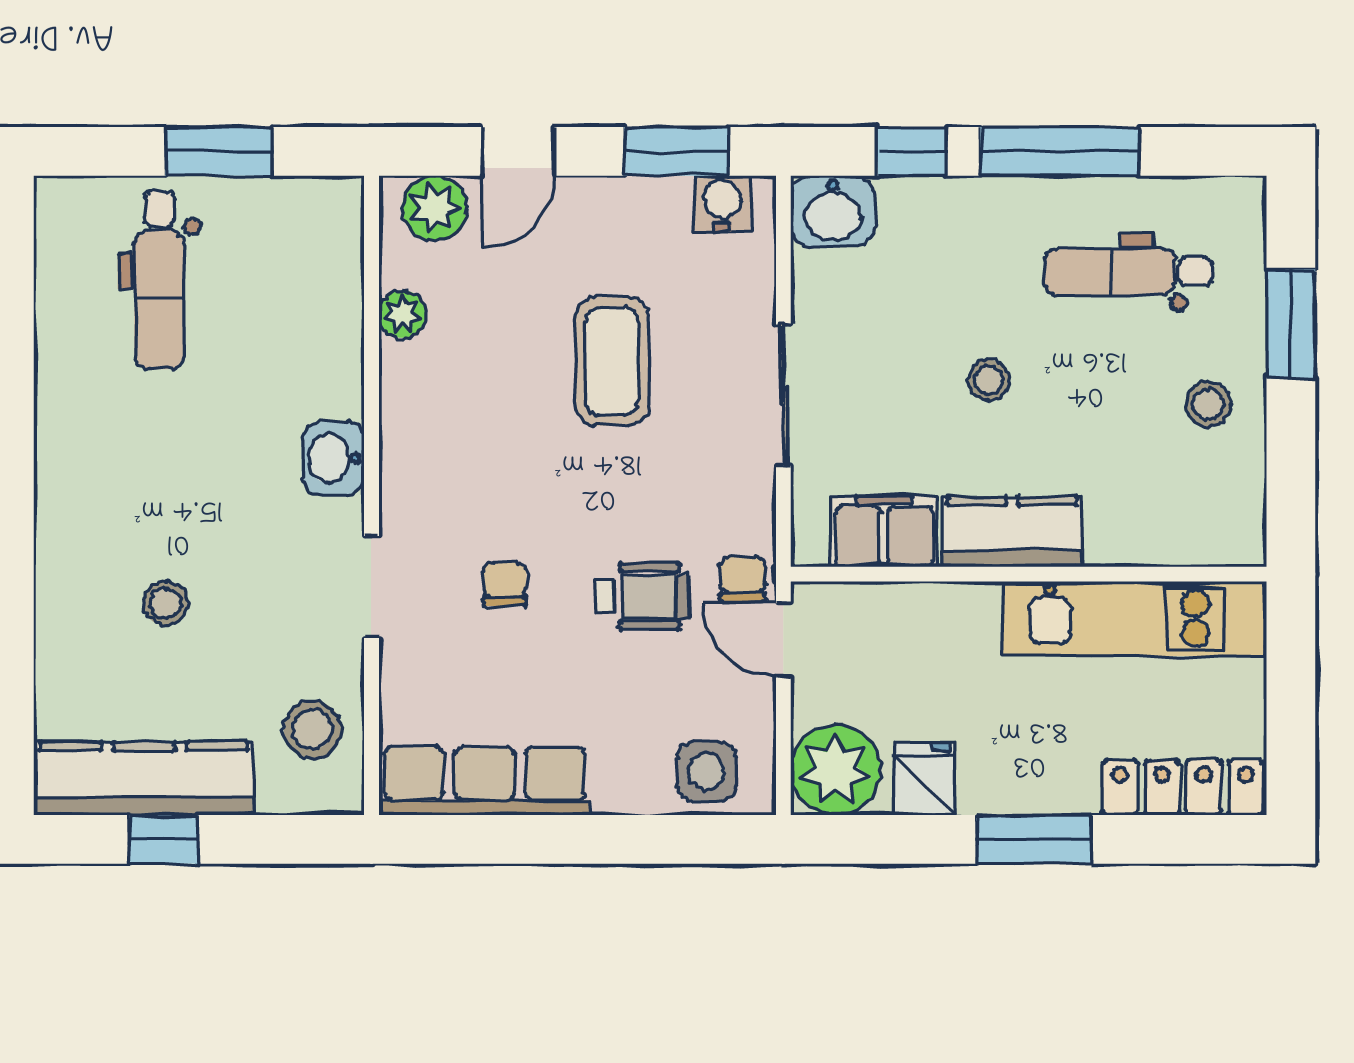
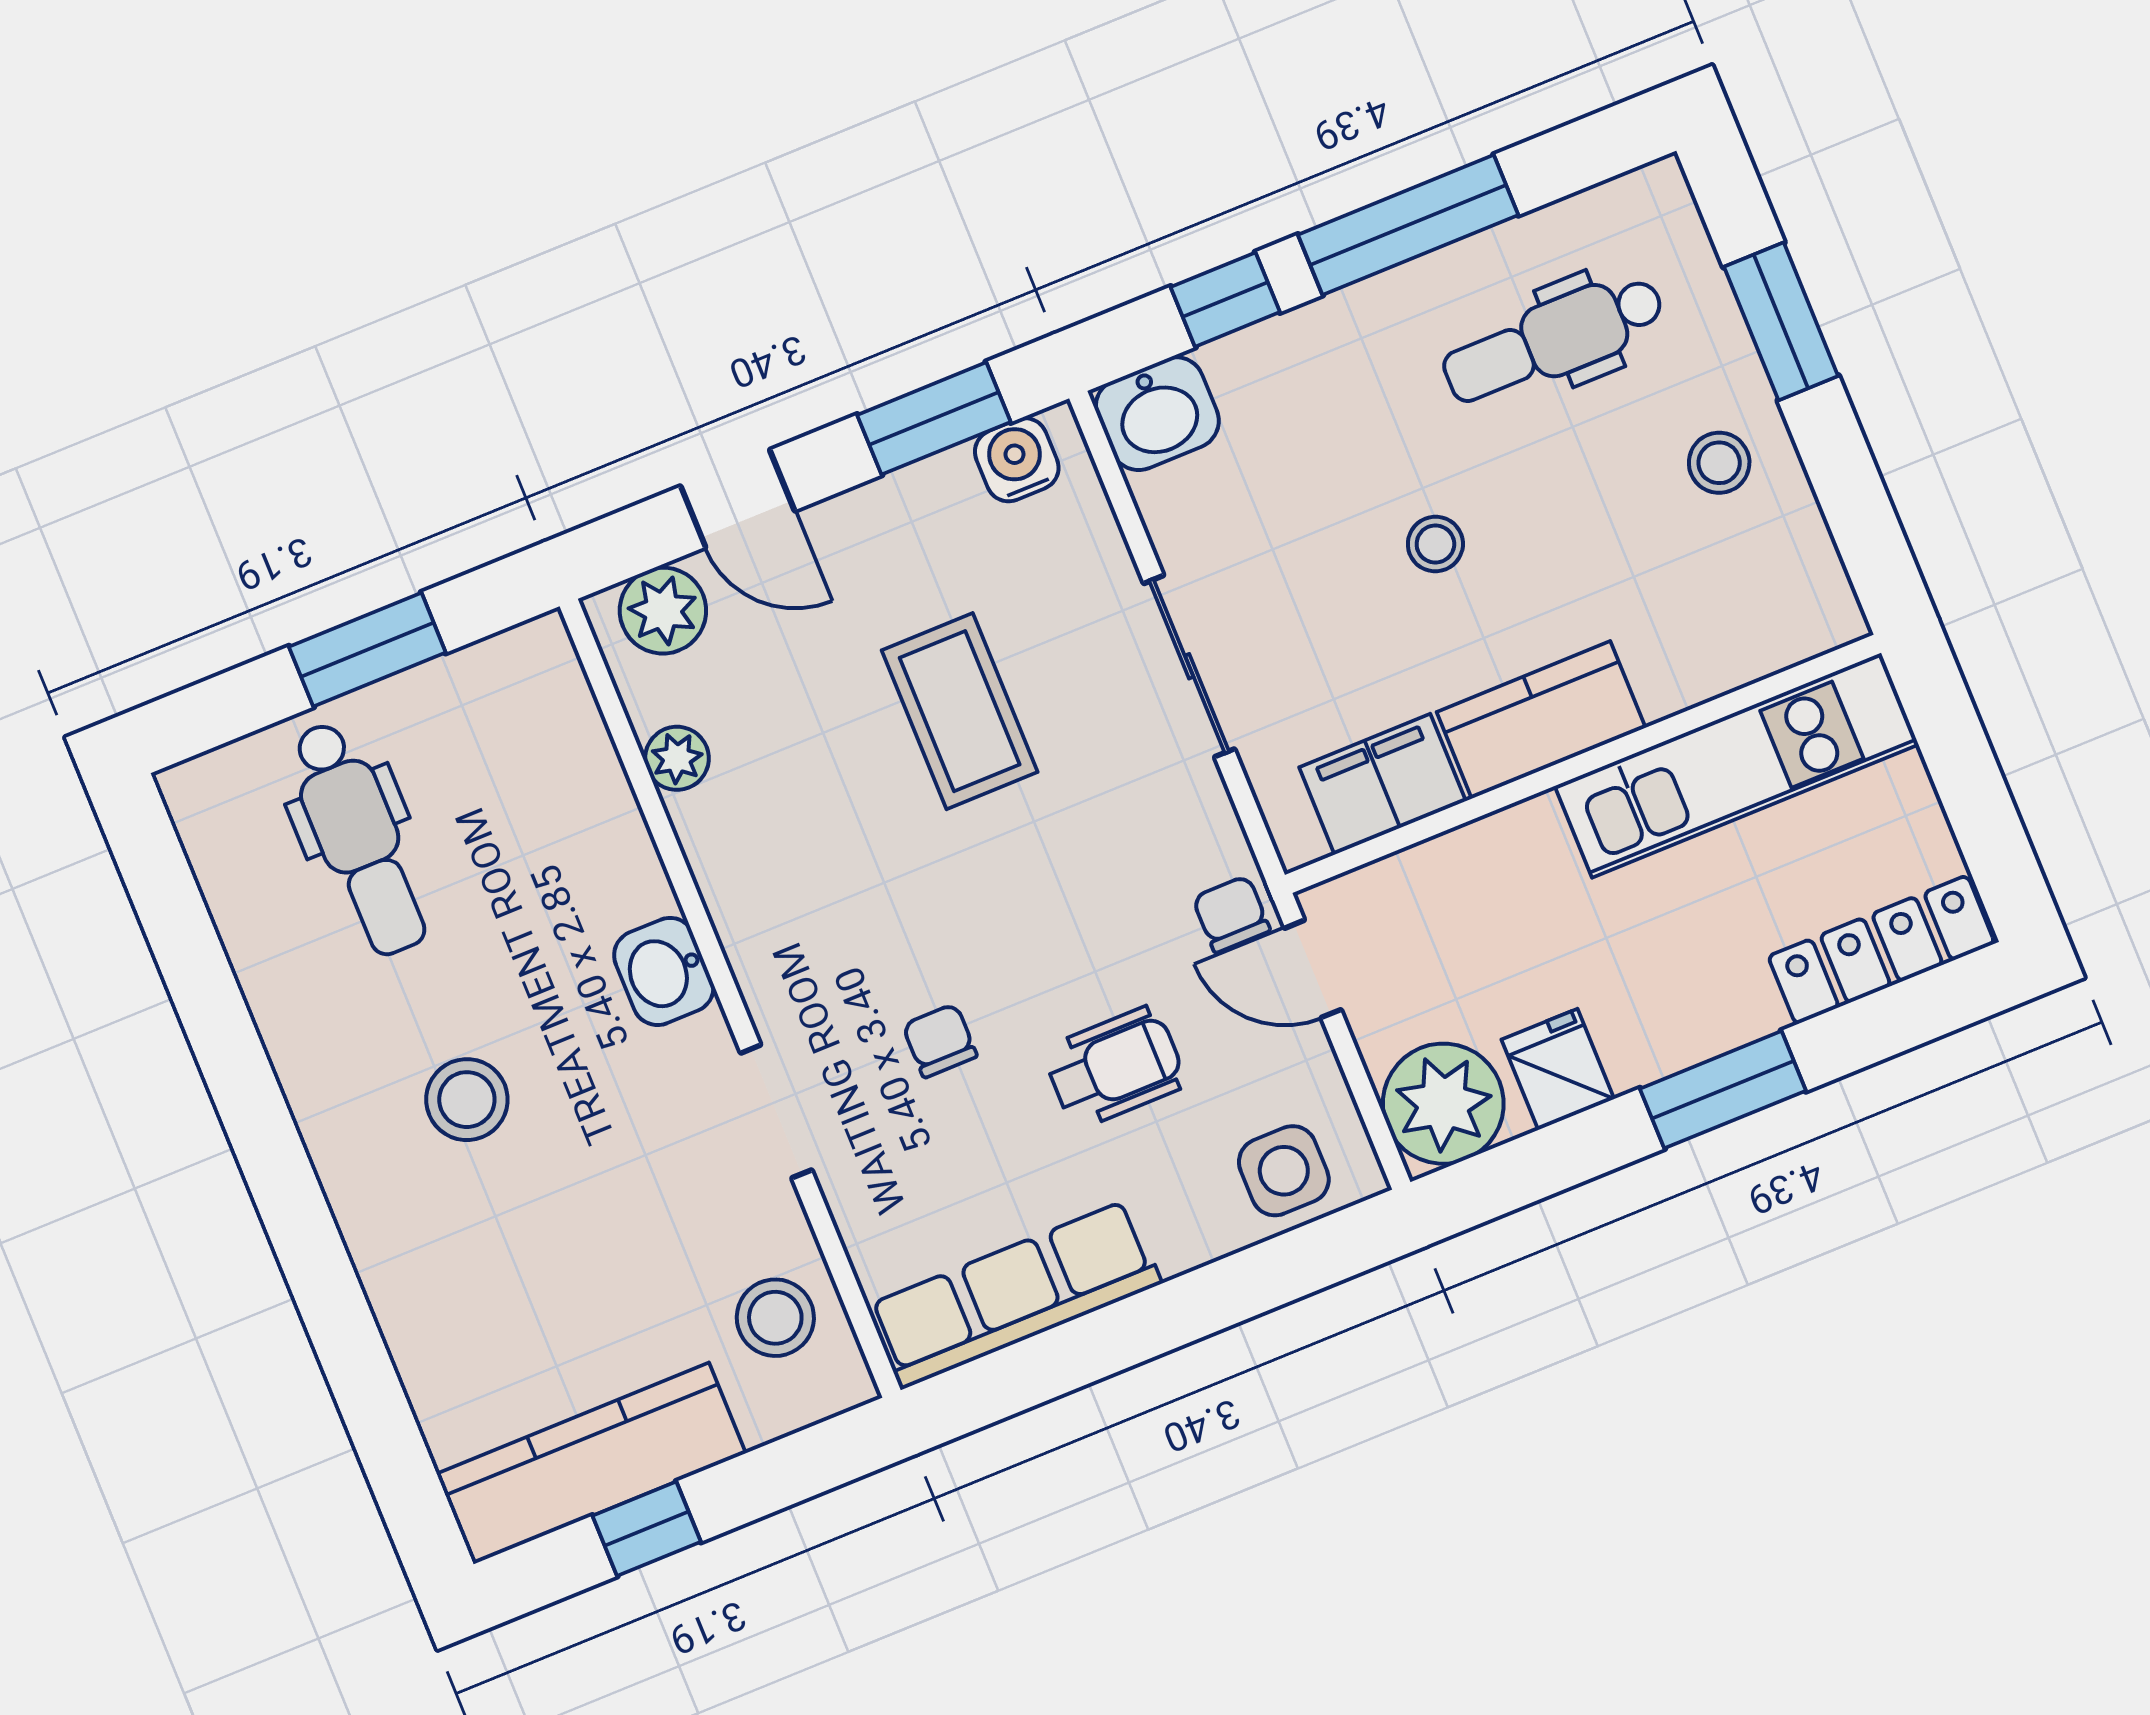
door: (518, 151) -> (738, 499), hinge flipped
wheelchair: (642, 596) -> (1115, 1067), moved
stool: (165, 603) -> (467, 1100), moved, width x1.37, depth x1.37

